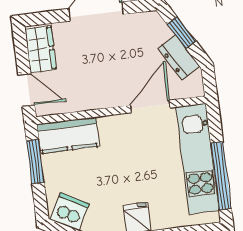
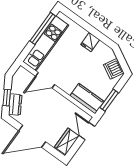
dresser: (179, 57) -> (15, 105), moved

